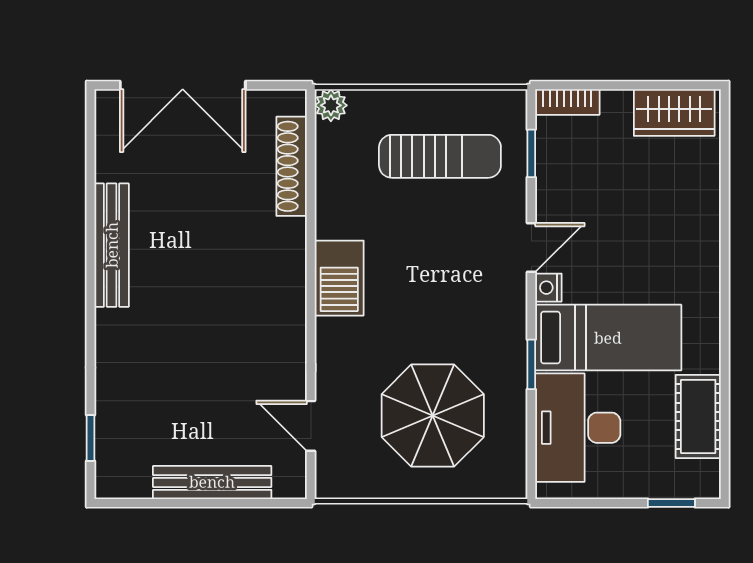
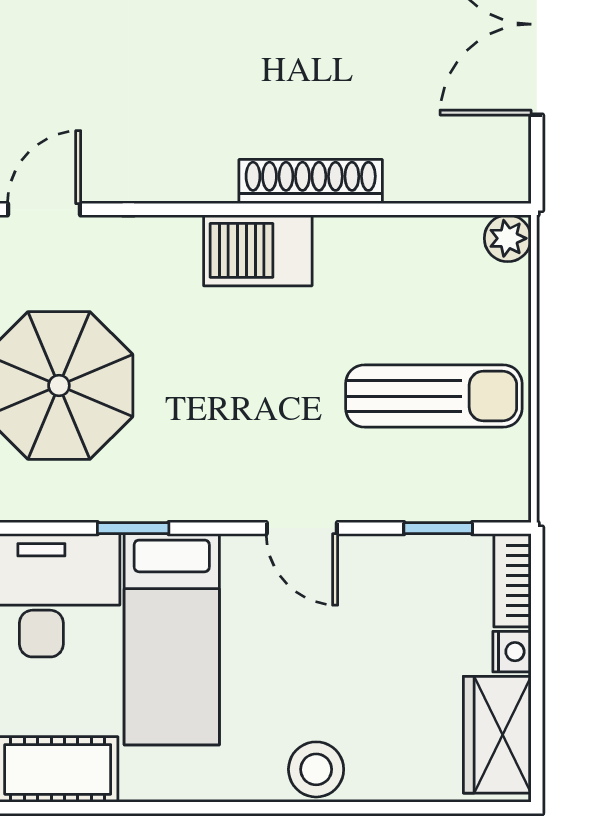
sun lounger: (440, 156) -> (434, 396), turned -90
shoe rack: (292, 166) -> (311, 182), moved
stool: (698, 238) -> (316, 769), added
nightstand: (548, 288) -> (512, 652), moved, turned 90

